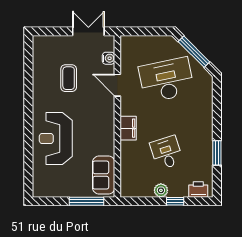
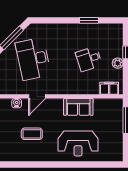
filing cabinet: (128, 128) -> (109, 88), moved
sofa: (104, 175) -> (78, 107), moved
printer: (198, 189) -> (117, 35), removed

